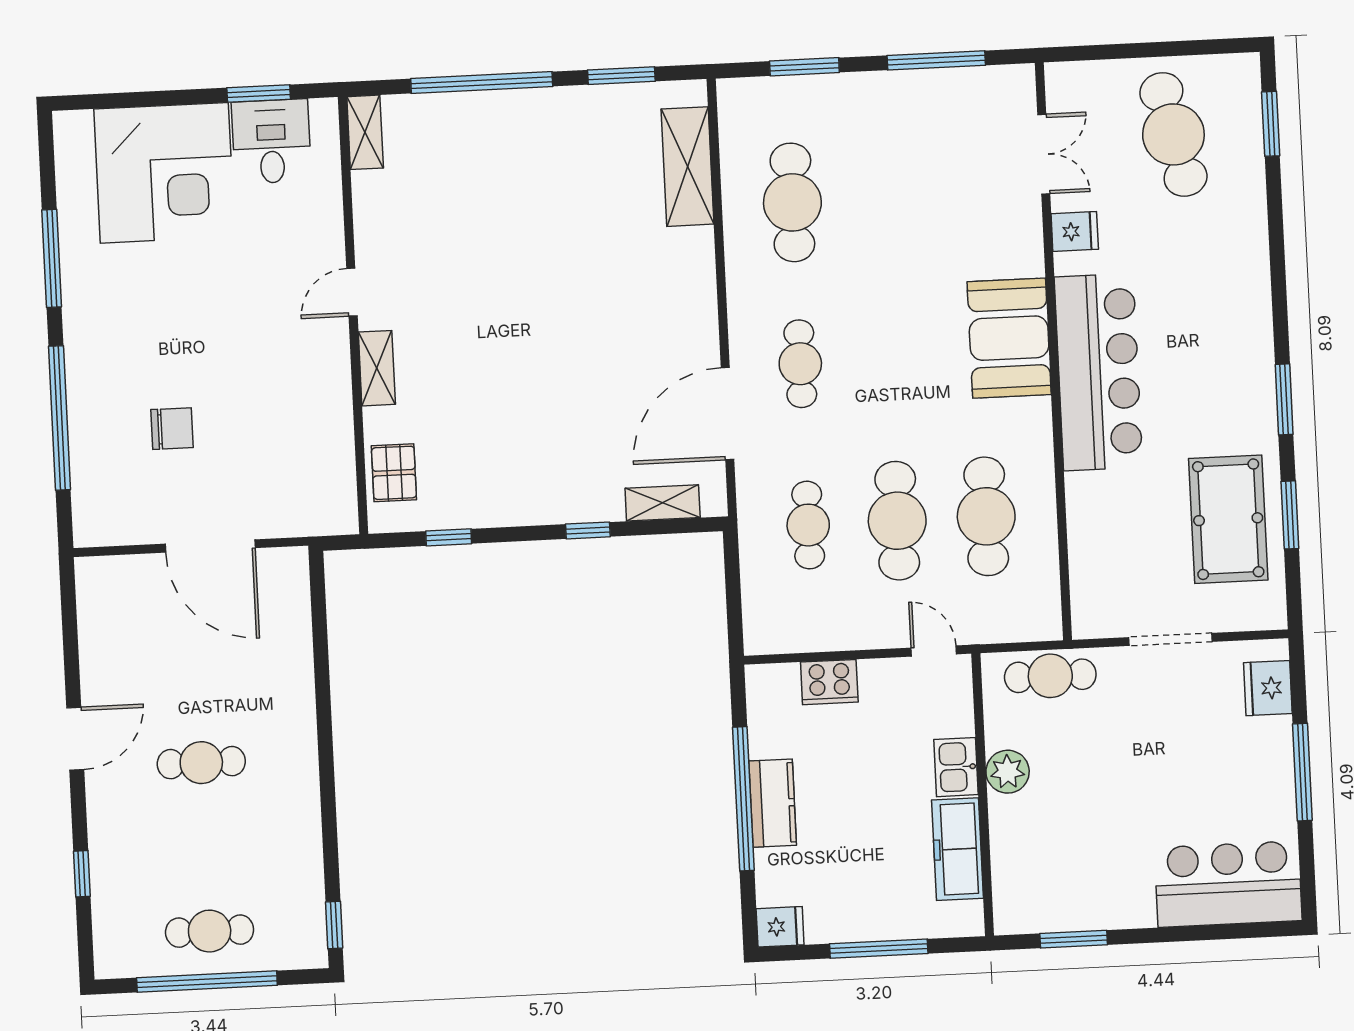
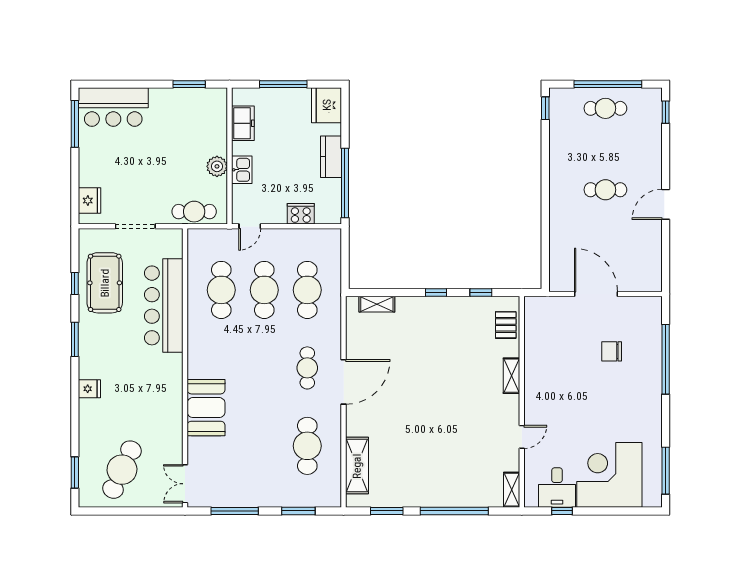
window: (259, 93) -> (562, 511), width x0.67
cafe table: (1173, 134) -> (122, 470), turned 38
double door: (1044, 154) -> (185, 484), moved
fridge: (1075, 231) -> (89, 389), moved, turned 180
window: (52, 258) -> (666, 471), moved
door: (352, 292) -> (522, 437), moved
booth: (1009, 338) -> (206, 408), moved
bar counter: (1098, 372) -> (164, 305), moved
door: (728, 414) -> (344, 382), moved
window: (1290, 515) -> (75, 283), width x0.67
cafe table: (808, 525) -> (307, 290), width x1.37, depth x1.35
window: (588, 530) -> (436, 293), moved
door: (934, 651) -> (250, 226), hinge flipped
window: (1302, 772) -> (75, 124), moved
window: (743, 799) -> (345, 183), moved
freezer: (957, 849) -> (243, 123), width x0.71
window: (82, 874) -> (666, 112), moved
fridge: (780, 927) -> (327, 105), width x1.88, depth x1.34

